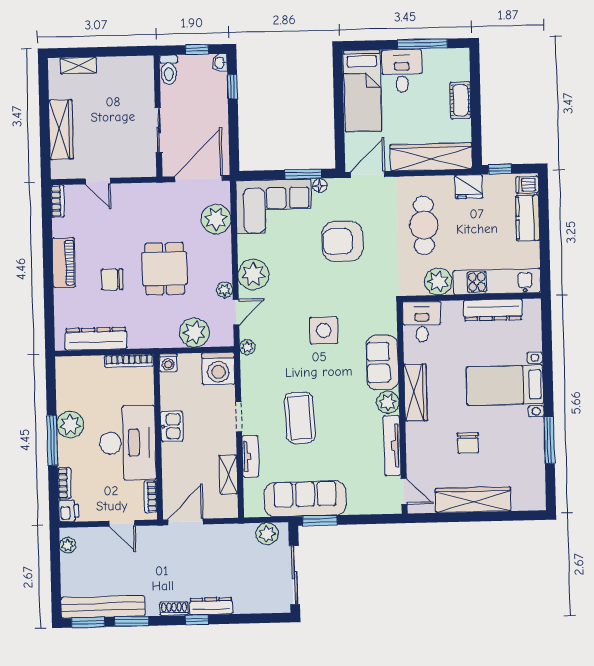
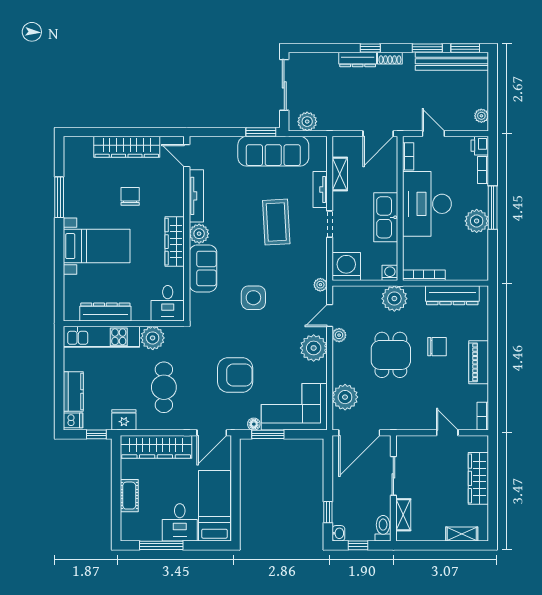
shelving: (146, 86) -> (403, 515), added
plant: (195, 333) -> (394, 299), moved
kitchen sink: (172, 426) -> (386, 217), width x1.87, depth x1.24

